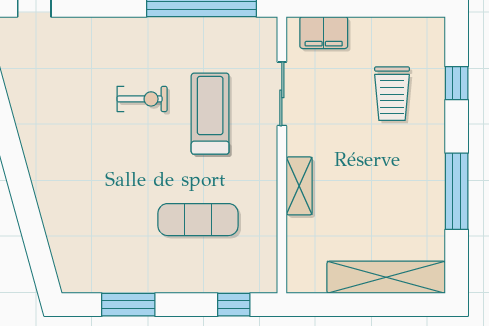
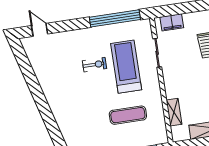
treadmill: (210, 114) -> (126, 67), width x1.37, depth x1.38
shelving: (299, 186) -> (174, 112), moved

